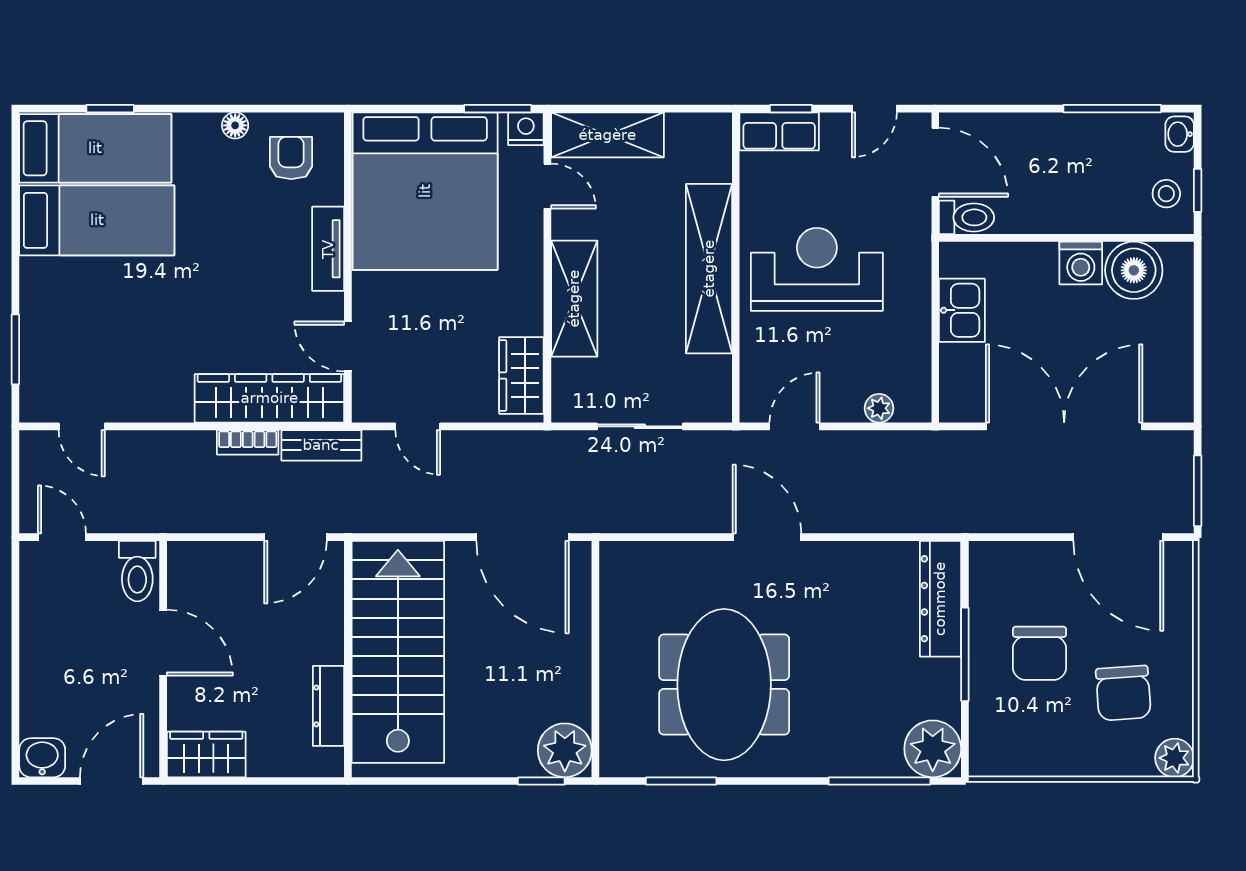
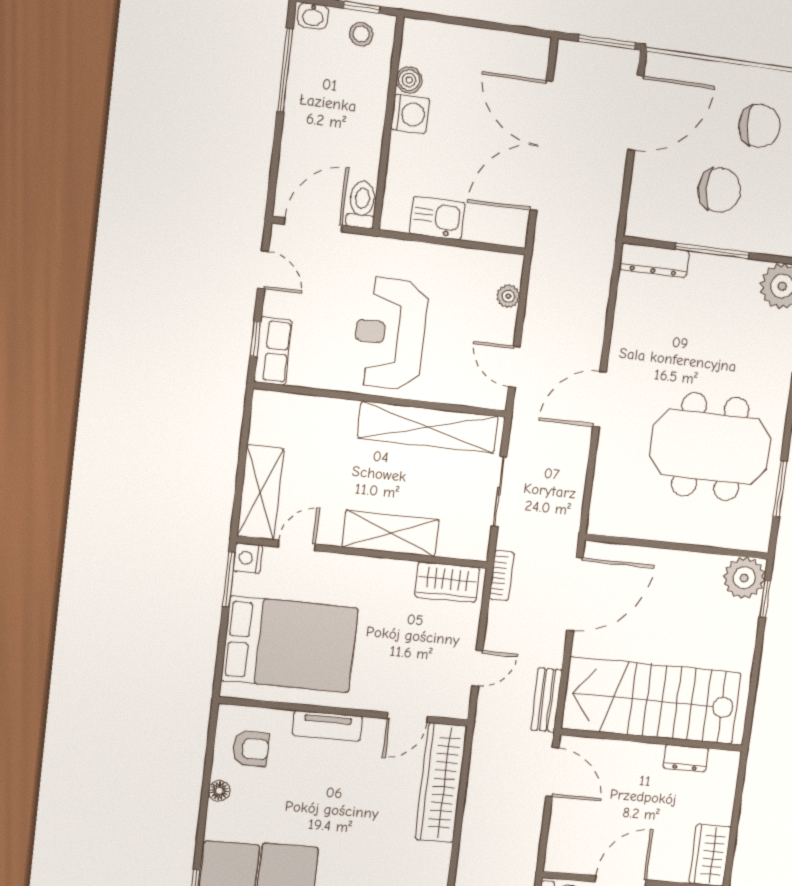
armchair: (291, 158) -> (251, 749), turned 180
bed: (425, 191) -> (290, 644), width x0.73
shelving: (709, 269) -> (428, 427), moved
boiler: (1134, 270) -> (409, 80), width x0.54, depth x0.54
bookcase: (248, 442) -> (502, 576), moved
bench: (321, 445) -> (546, 700), moved
dresser: (940, 599) -> (654, 260), width x0.73, depth x0.80
dresser: (329, 706) -> (686, 758), width x0.70

